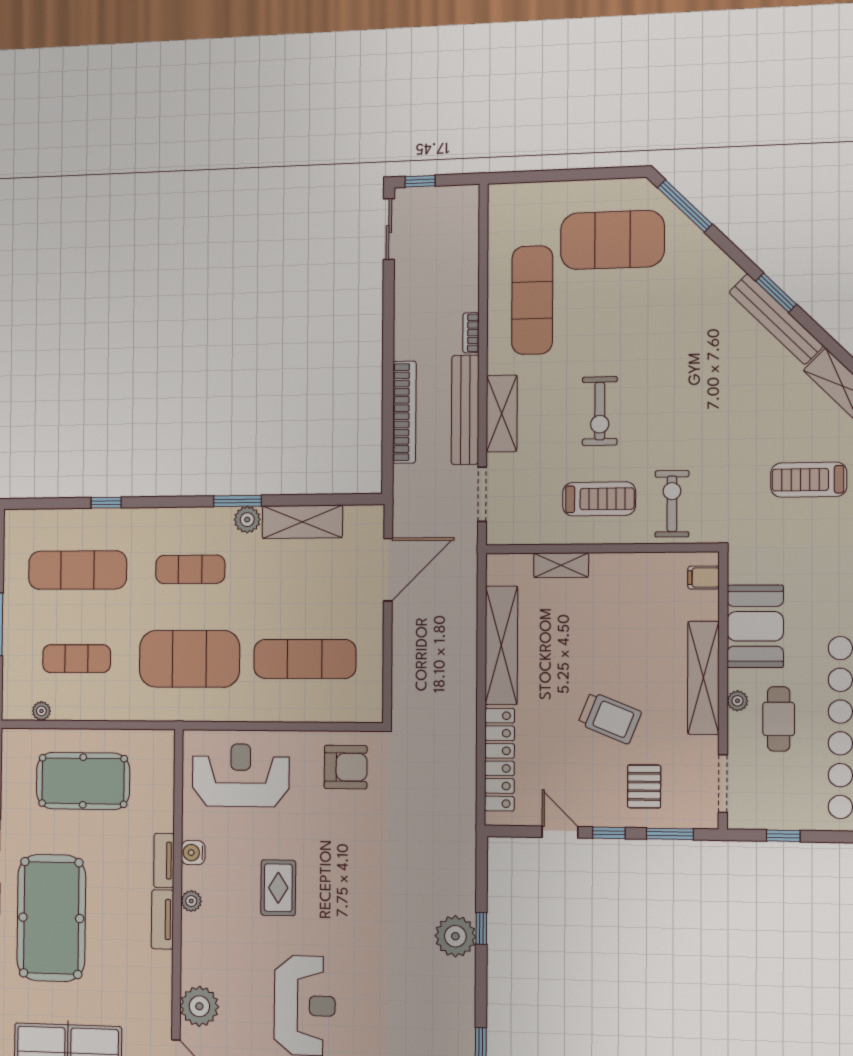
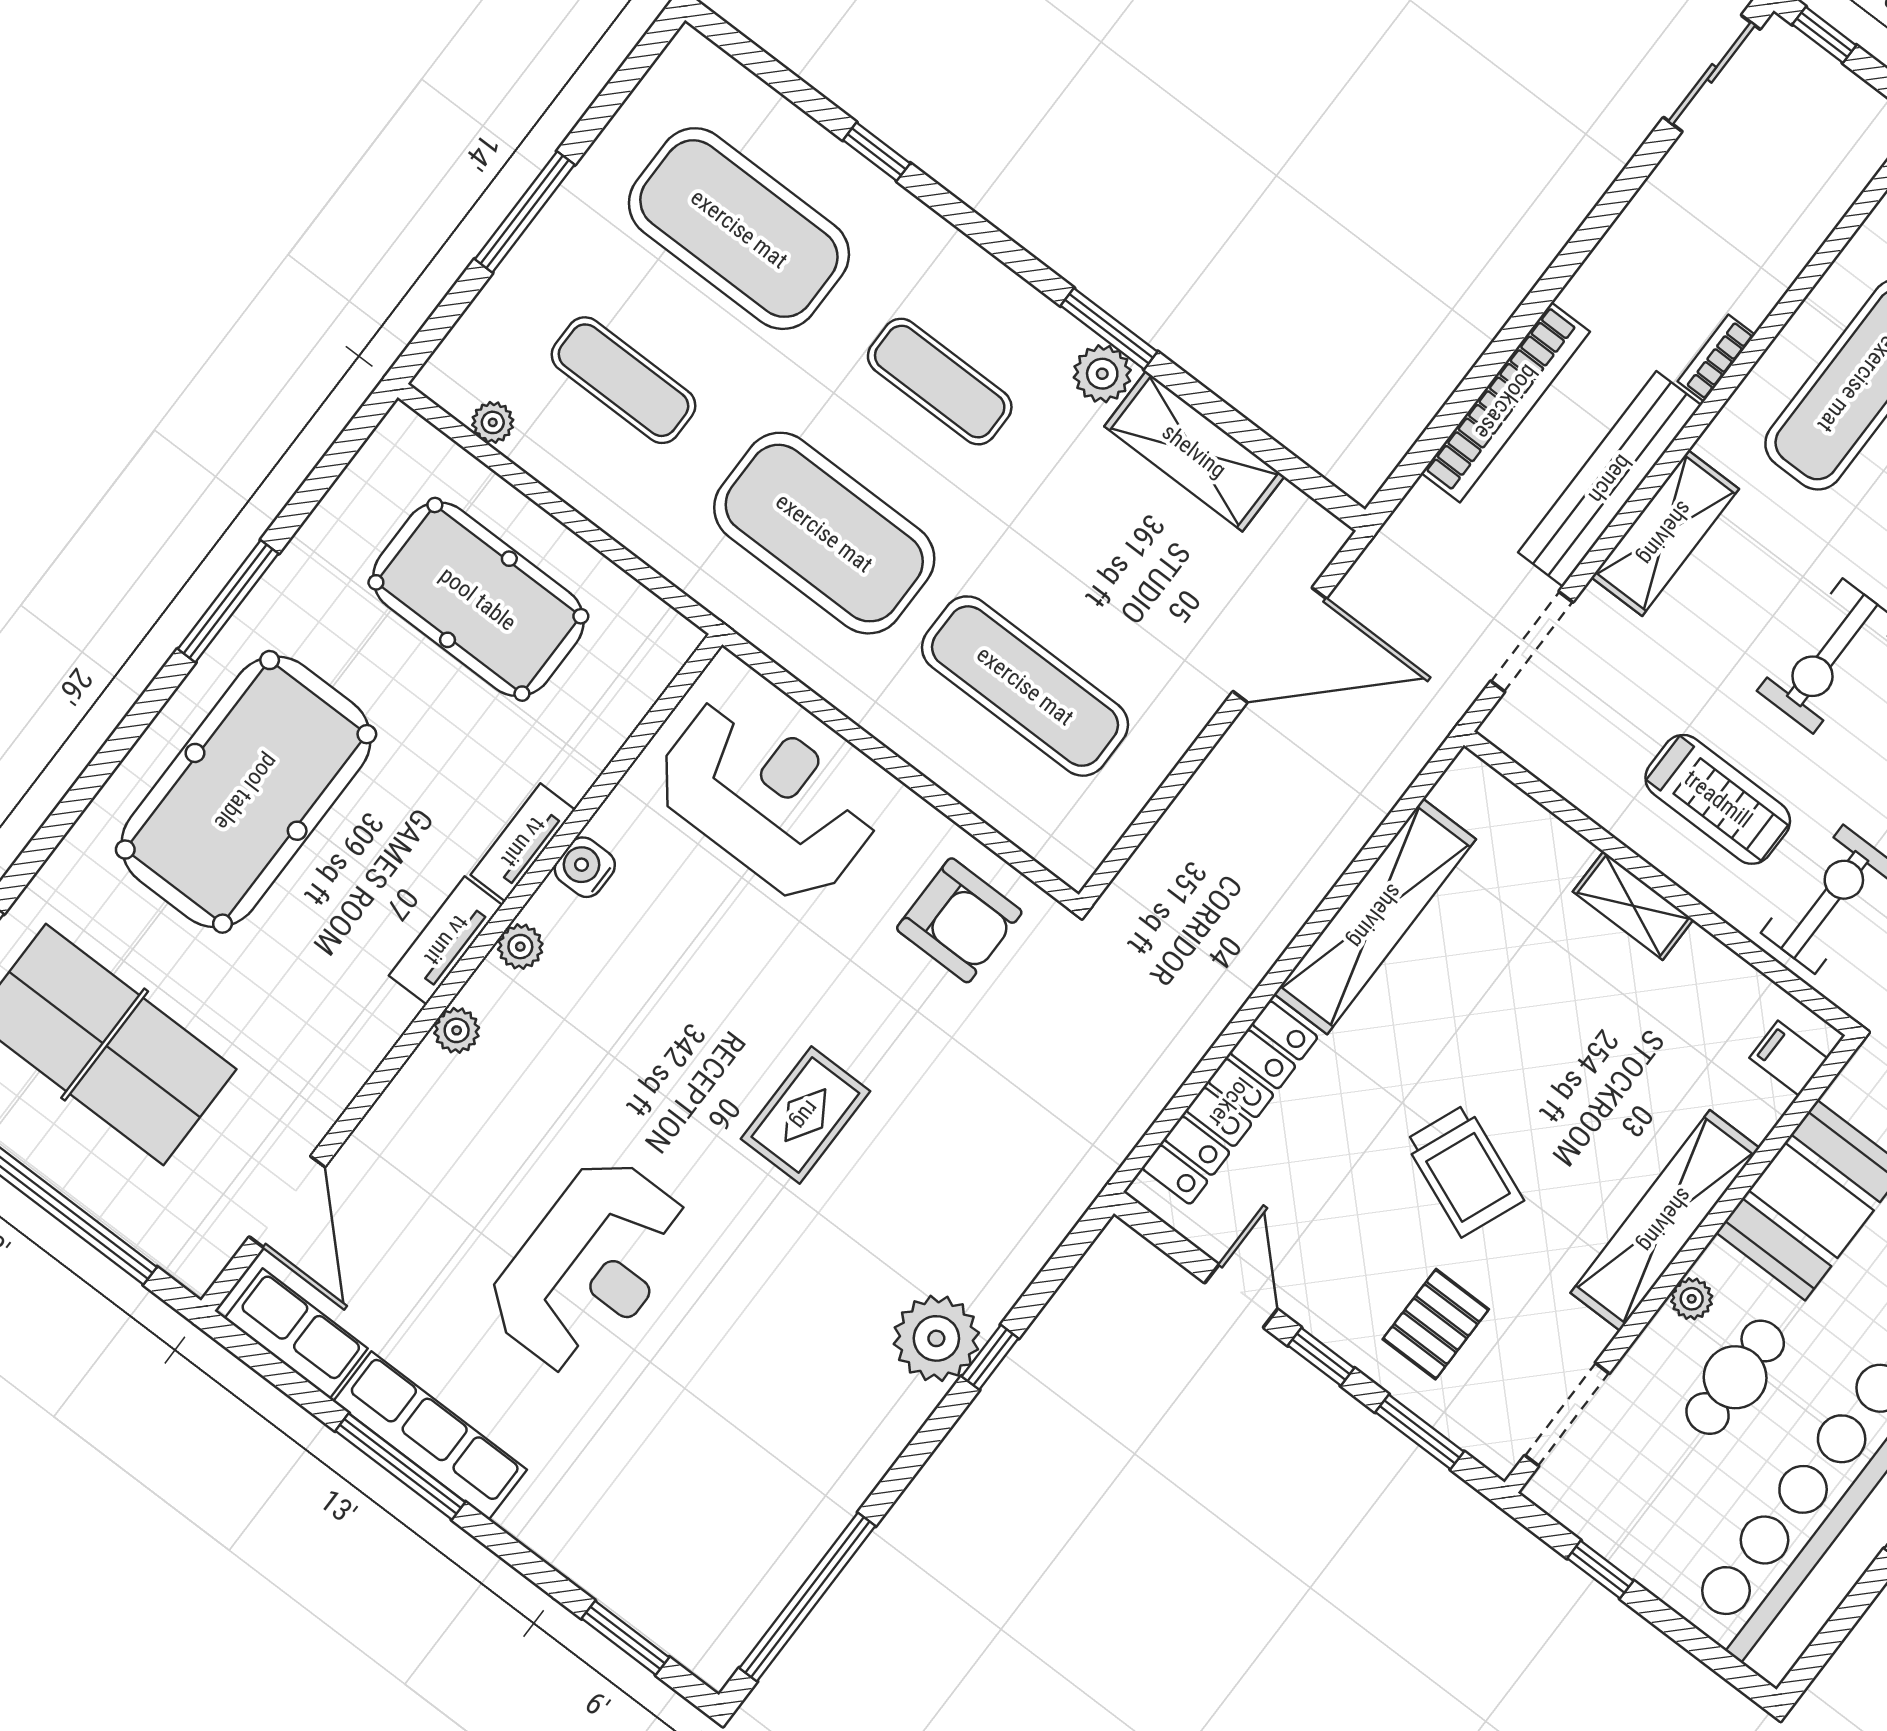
shelving: (561, 565) -> (1633, 906), moved
exercise mat: (78, 570) -> (739, 229), width x1.47
rug: (278, 888) -> (805, 1115), moved
plant: (199, 1006) -> (457, 1030), moved, width x0.53, depth x0.53

